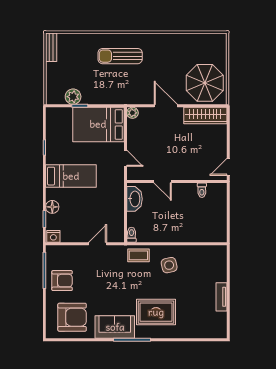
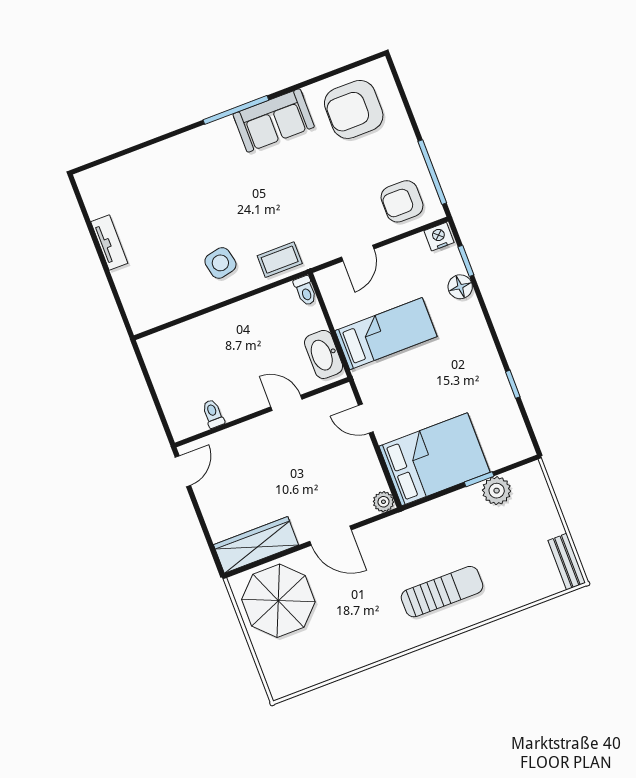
bed: (71, 176) -> (386, 334), moved, turned 180
armchair: (62, 281) -> (402, 201), moved
rug: (156, 312) -> (212, 173), removed

